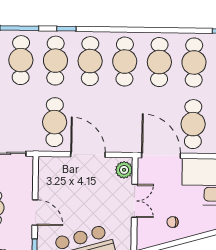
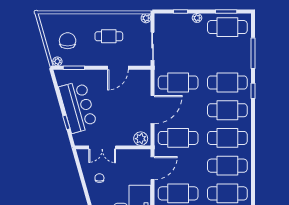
cafe table: (21, 60) -> (178, 138), moved
door: (161, 156) -> (153, 168), width x0.73
double door: (135, 201) -> (102, 147), moved
door: (35, 212) -> (118, 68), moved

